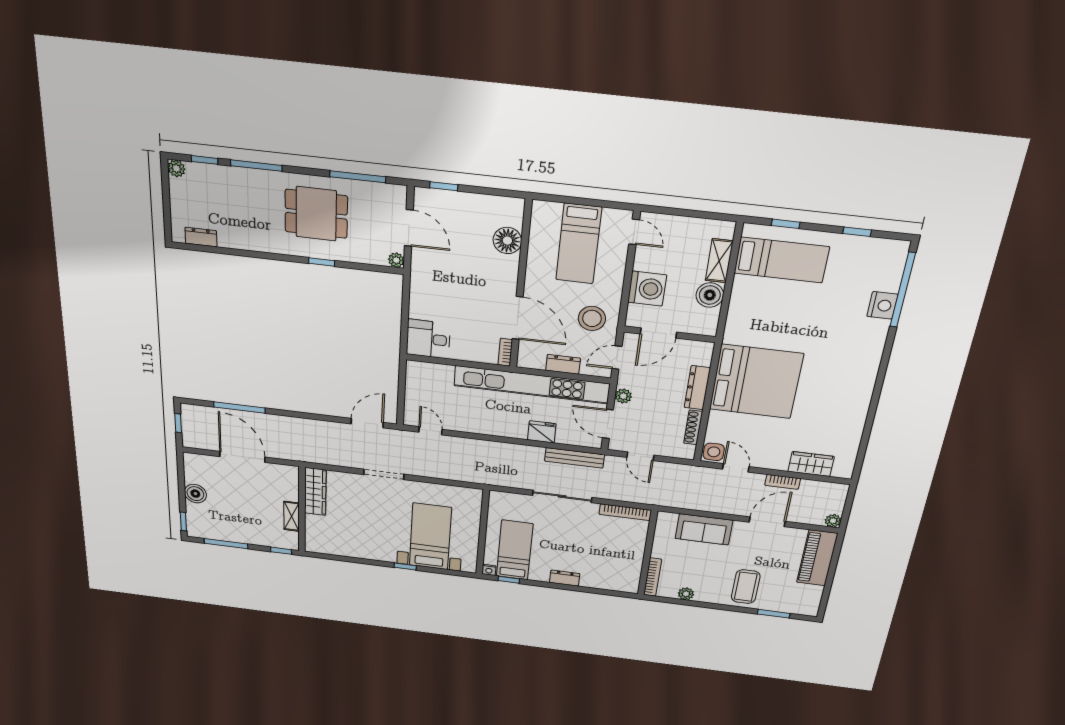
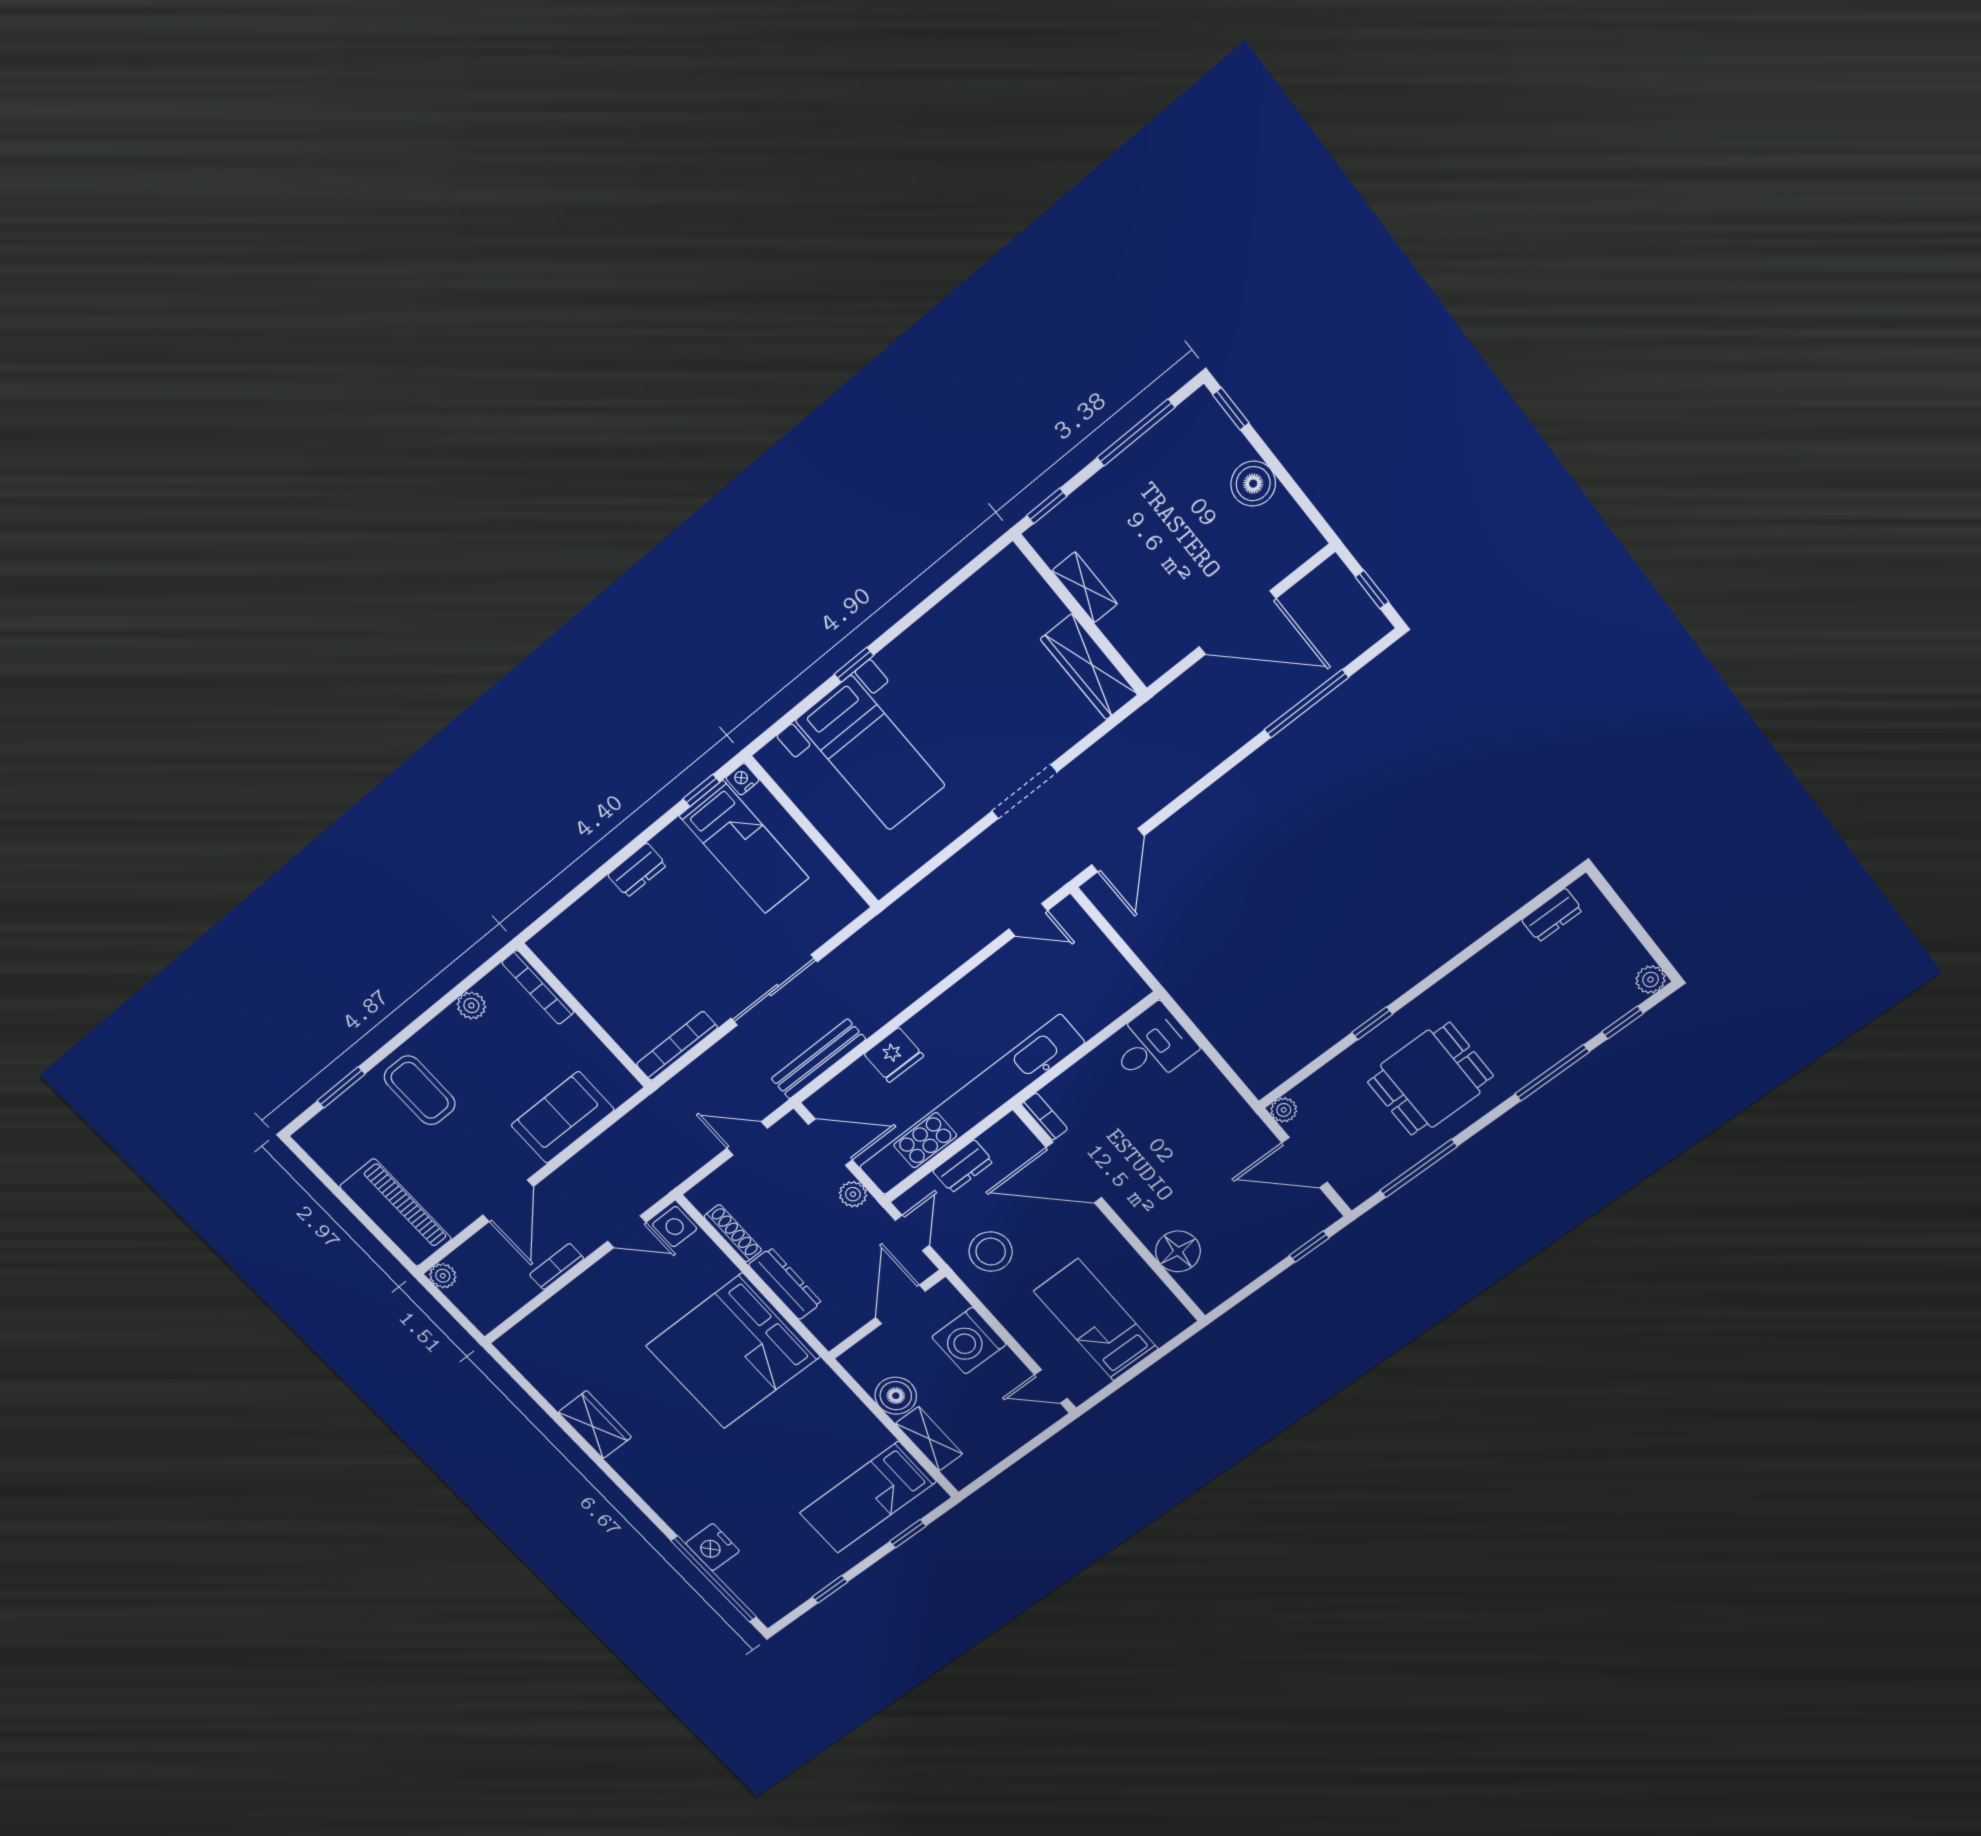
wardrobe: (811, 464) -> (595, 1425), moved, turned -90

